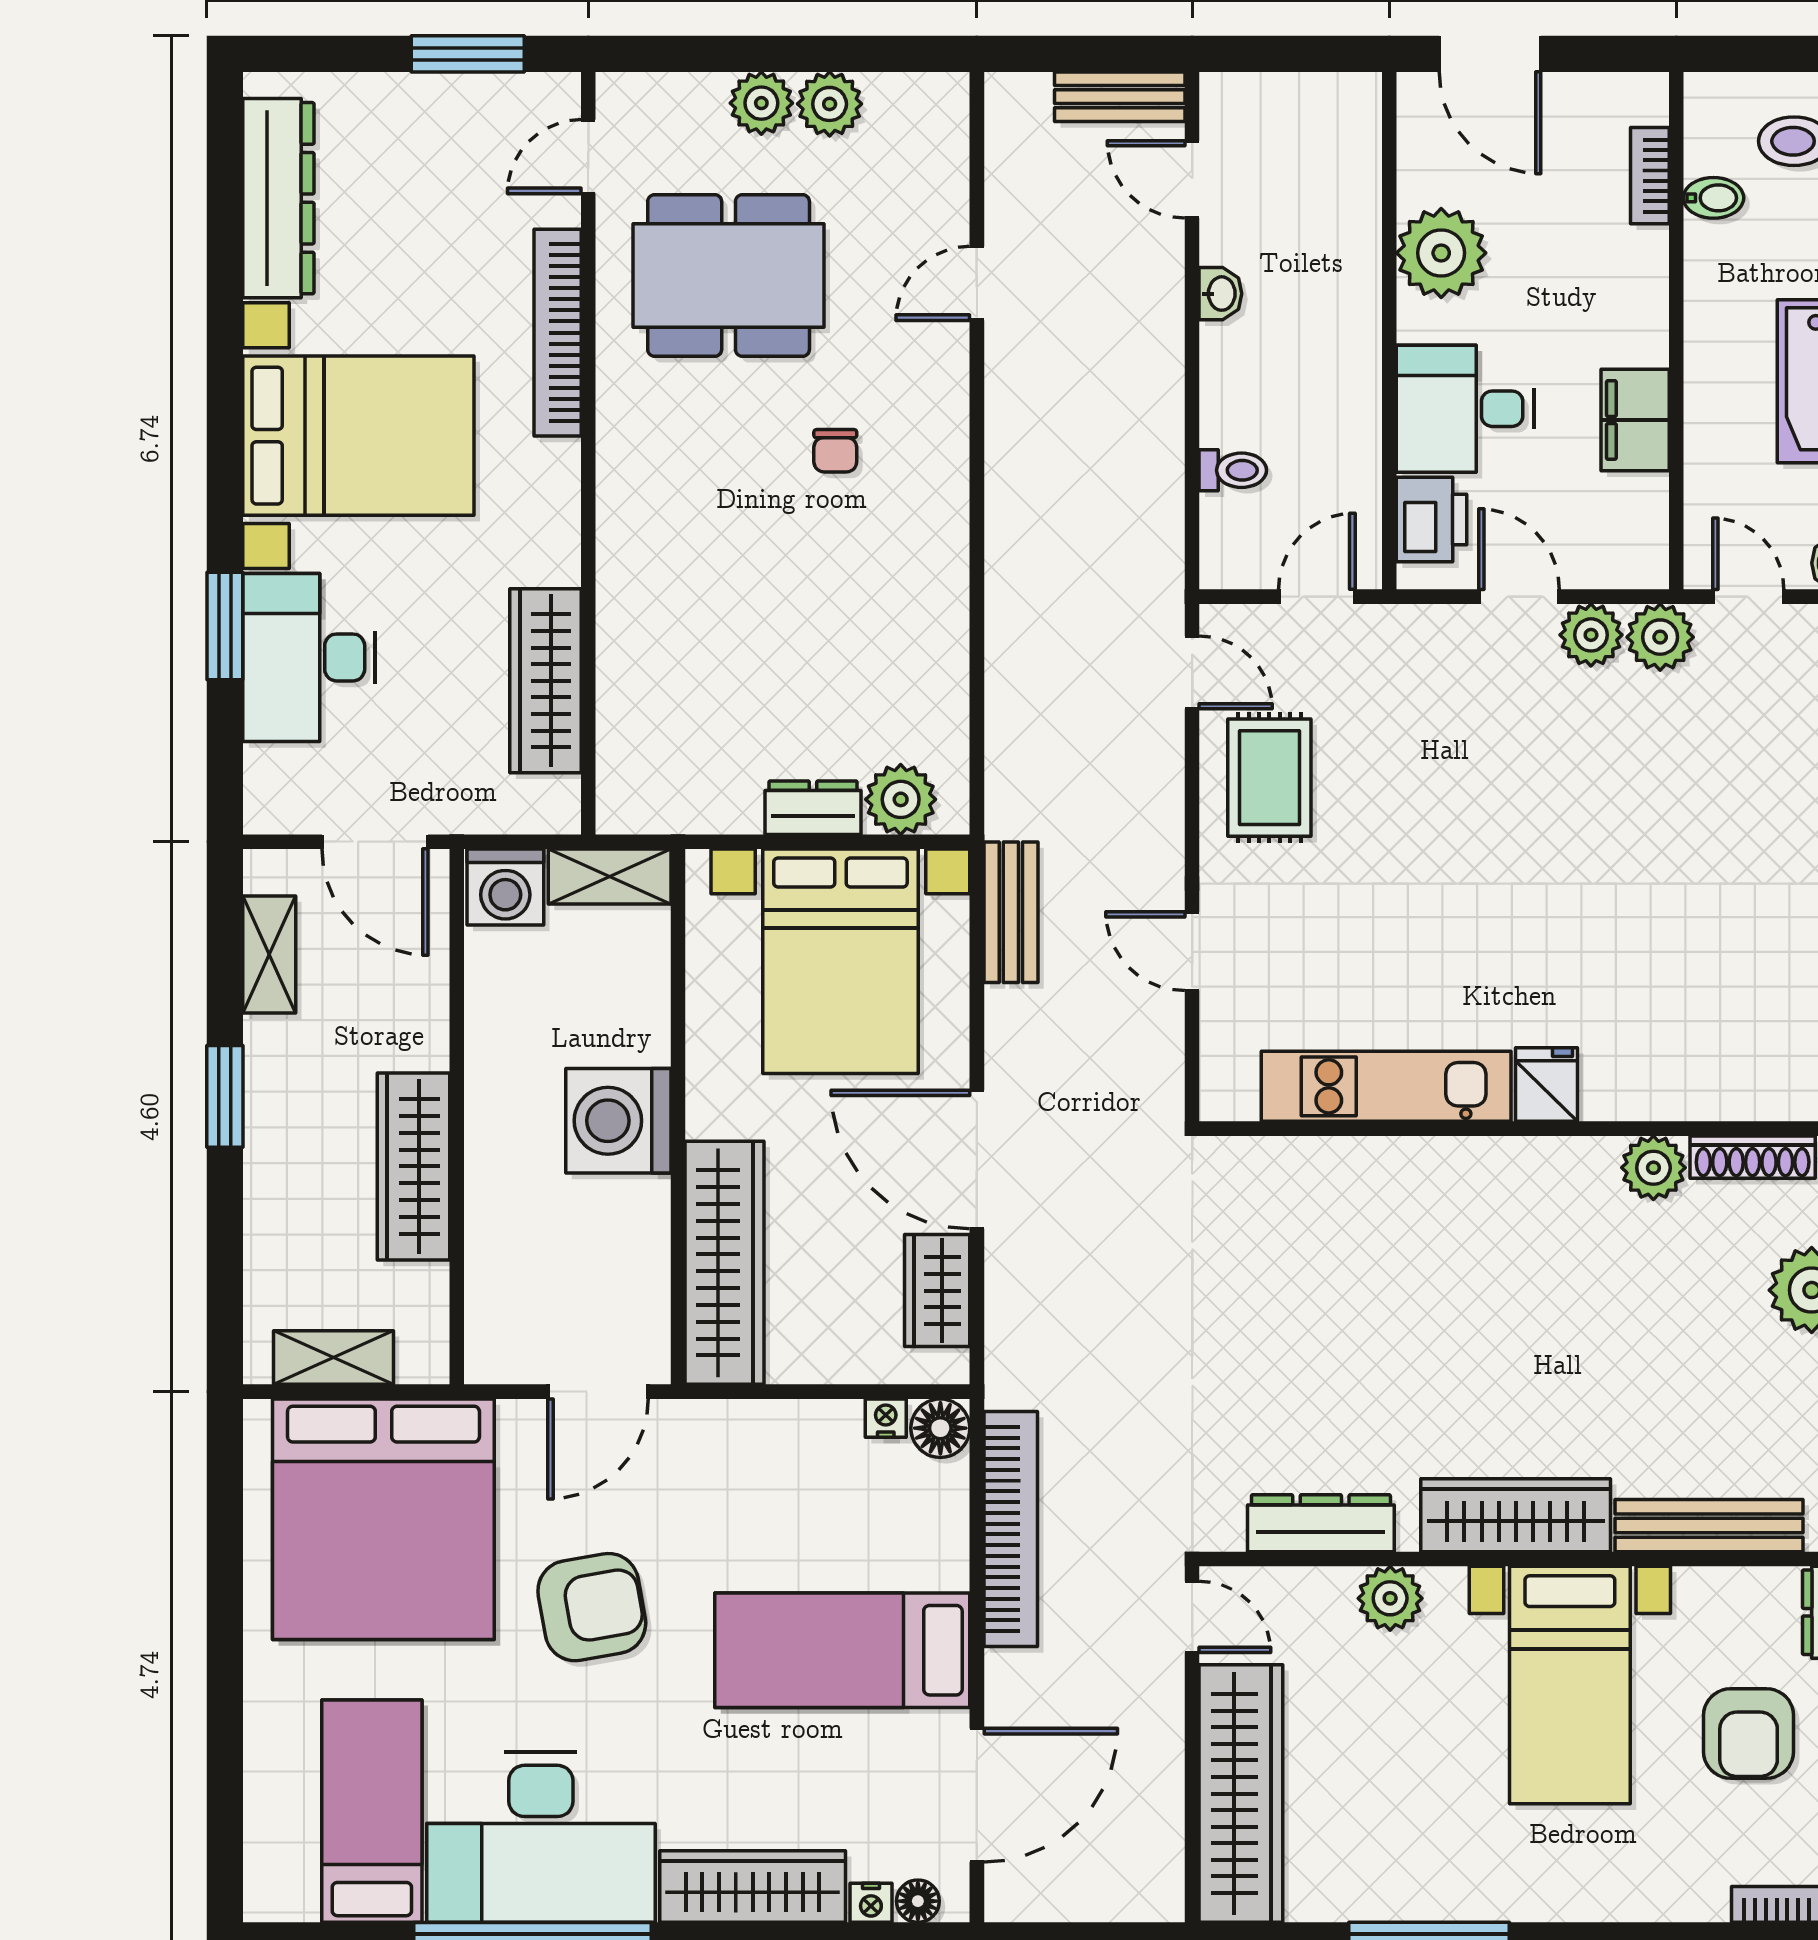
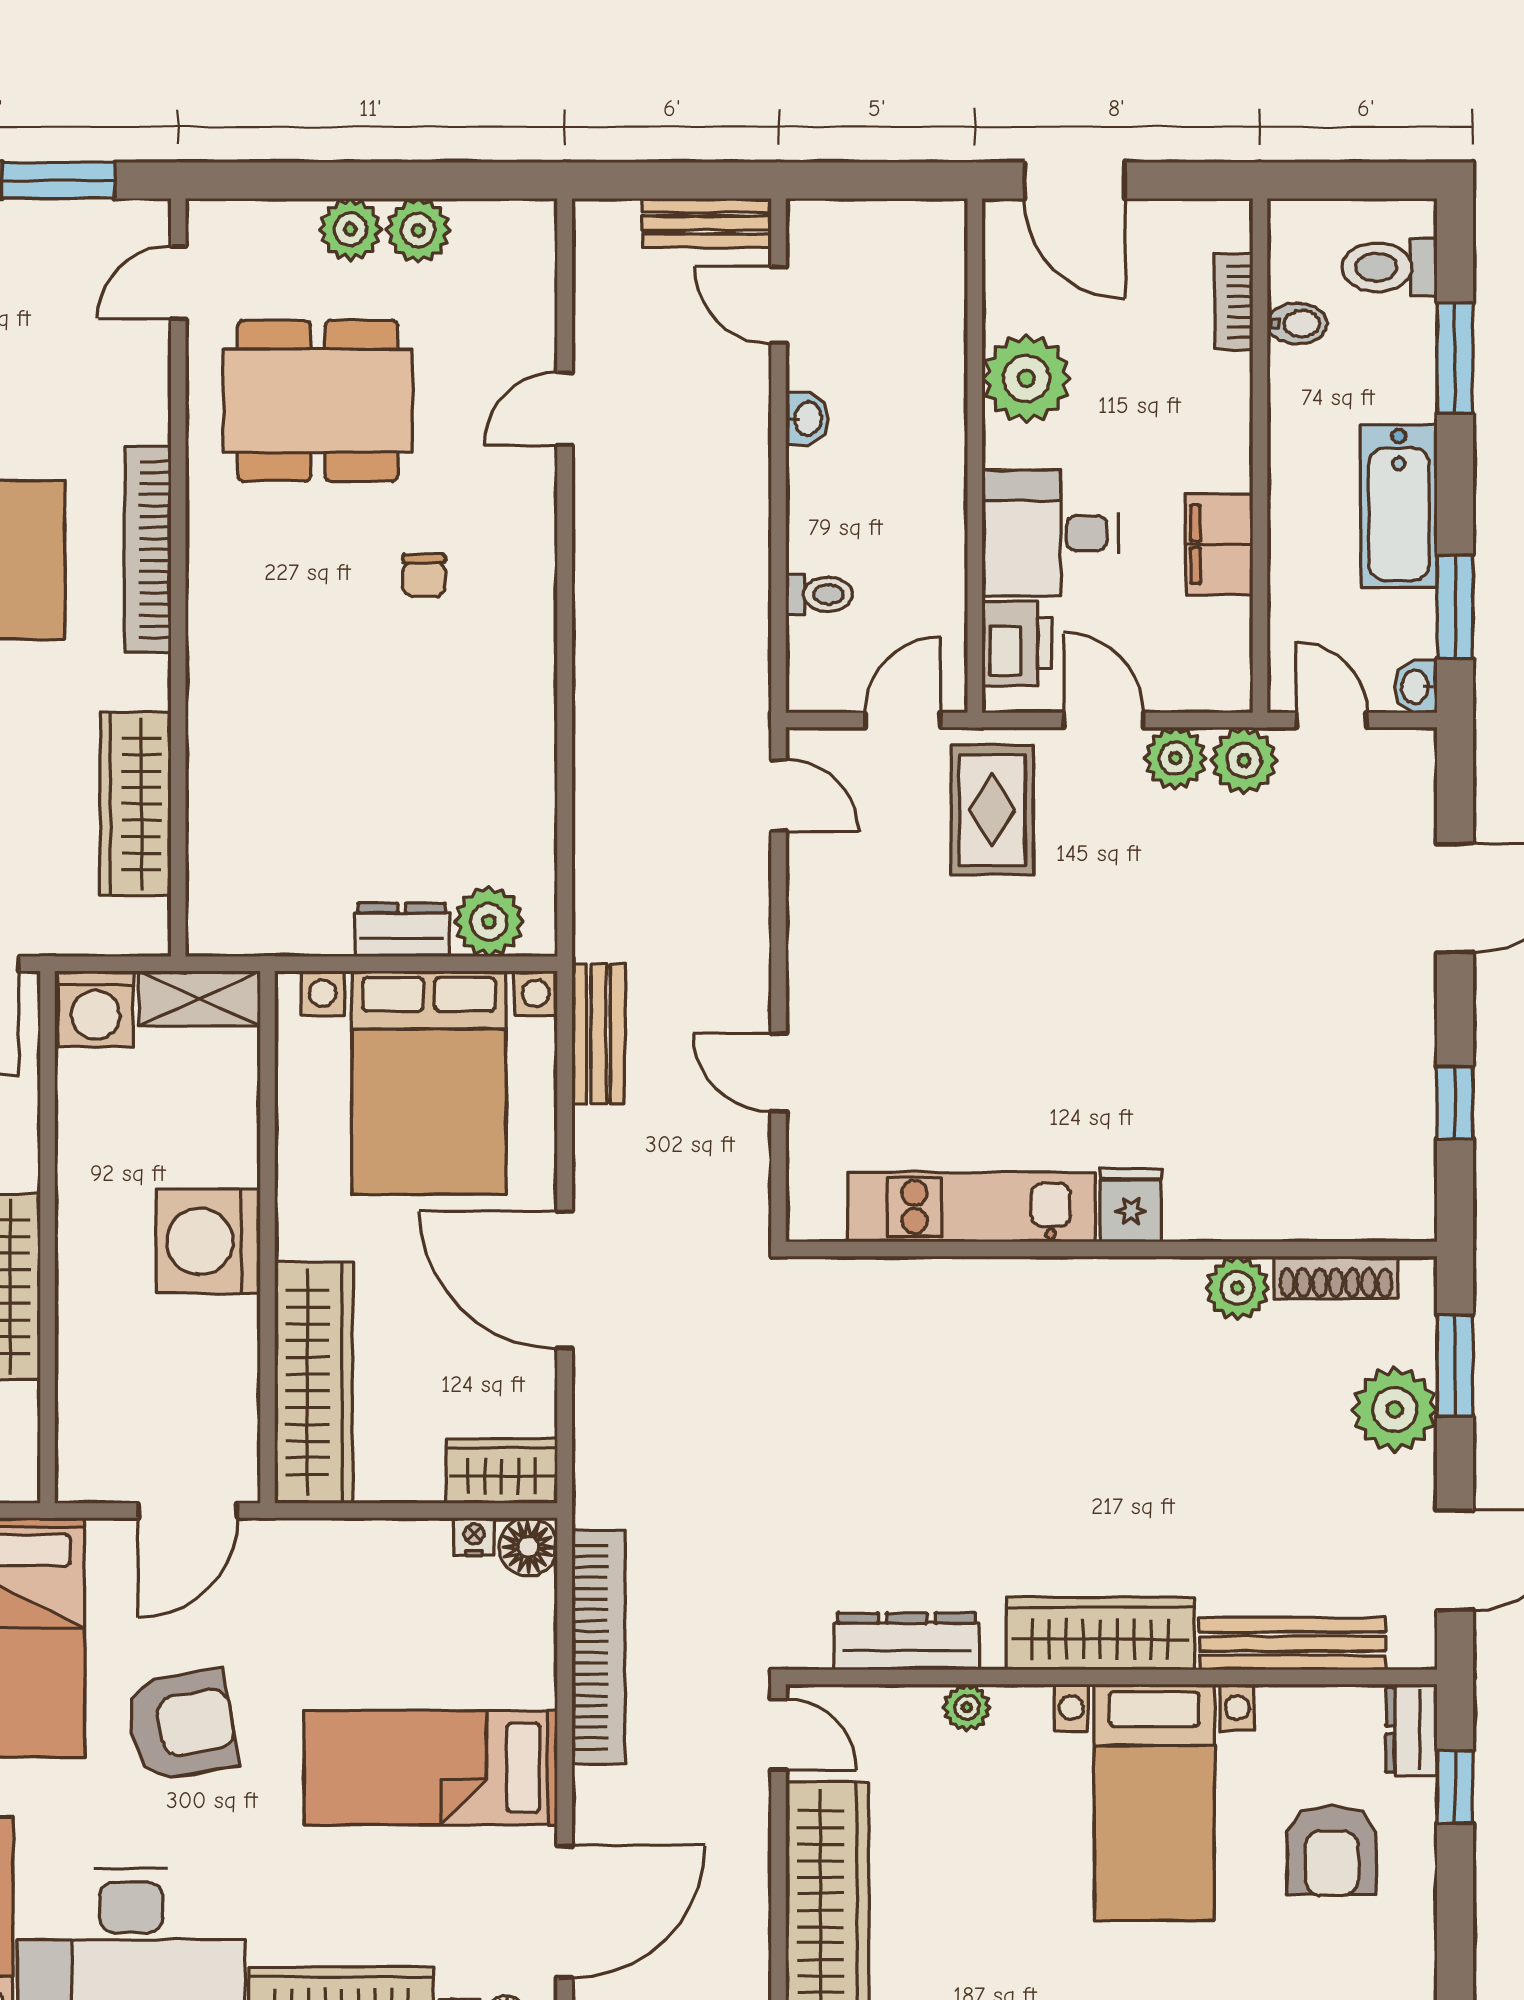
bookcase: (558, 333) -> (148, 549), moved
rug: (1269, 778) -> (992, 810), moved
wardrobe: (937, 1291) -> (502, 1471), moved, turned 90
plant: (1390, 1598) -> (967, 1707), width x0.73, depth x0.73

